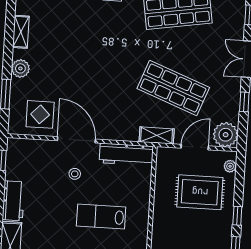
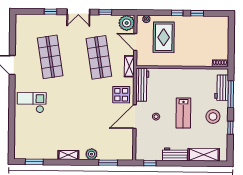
shop shelf: (173, 88) -> (99, 57), turned -30
display table: (40, 114) -> (121, 95), moved
lab bench: (101, 217) -> (183, 113), moved

